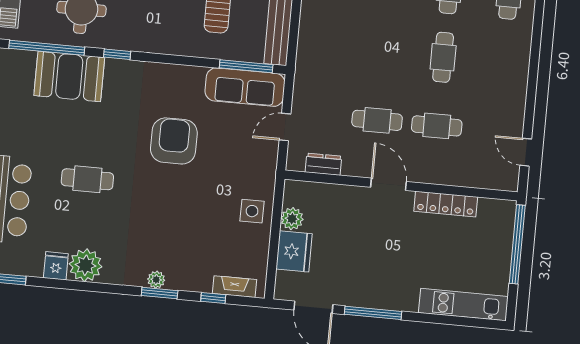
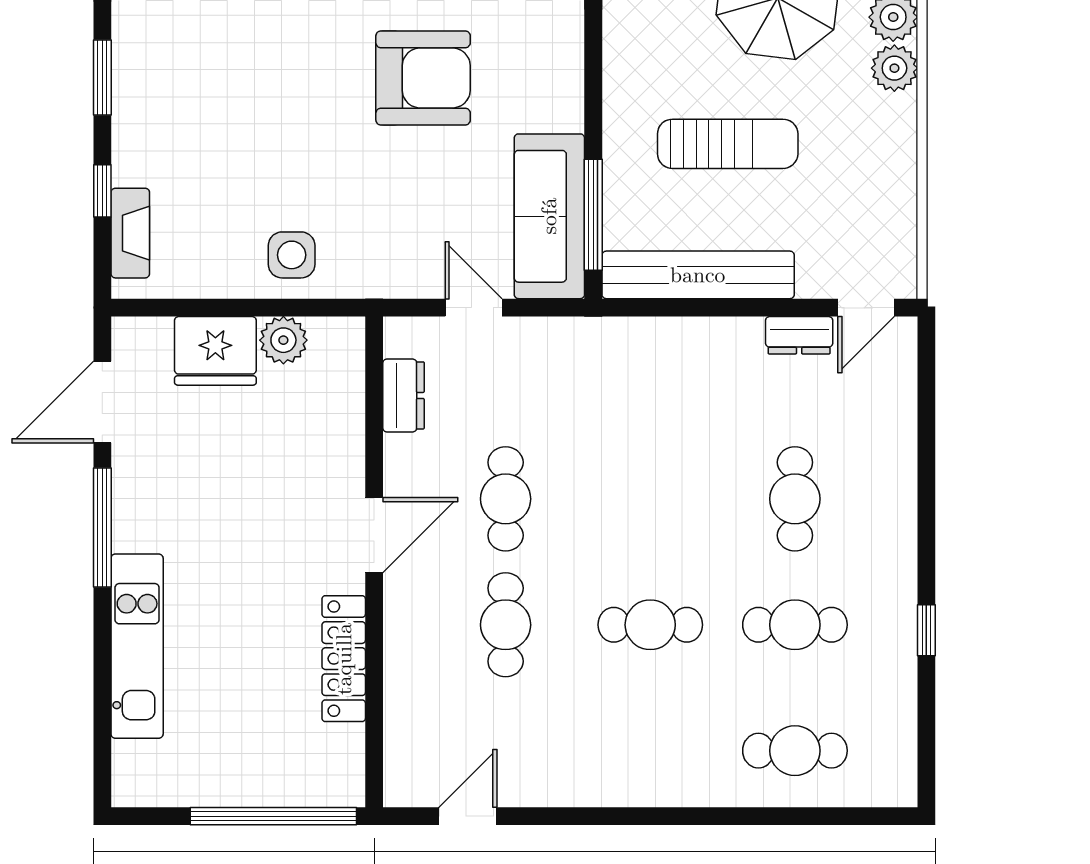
plant: (156, 280) -> (130, 68), removed
kitchen unit: (463, 305) -> (137, 646), moved

